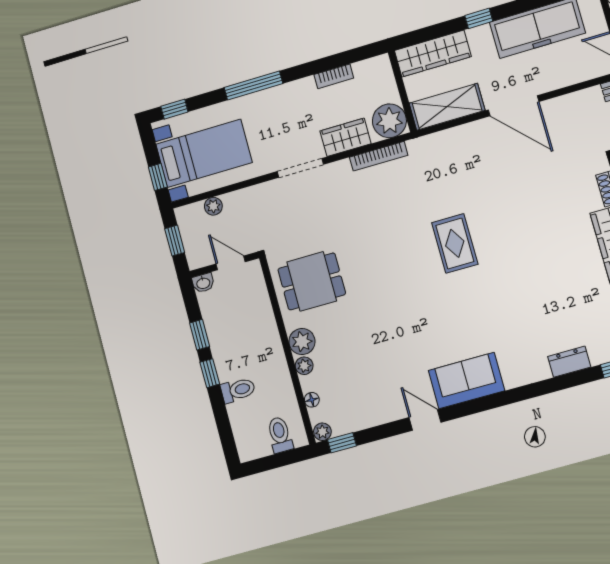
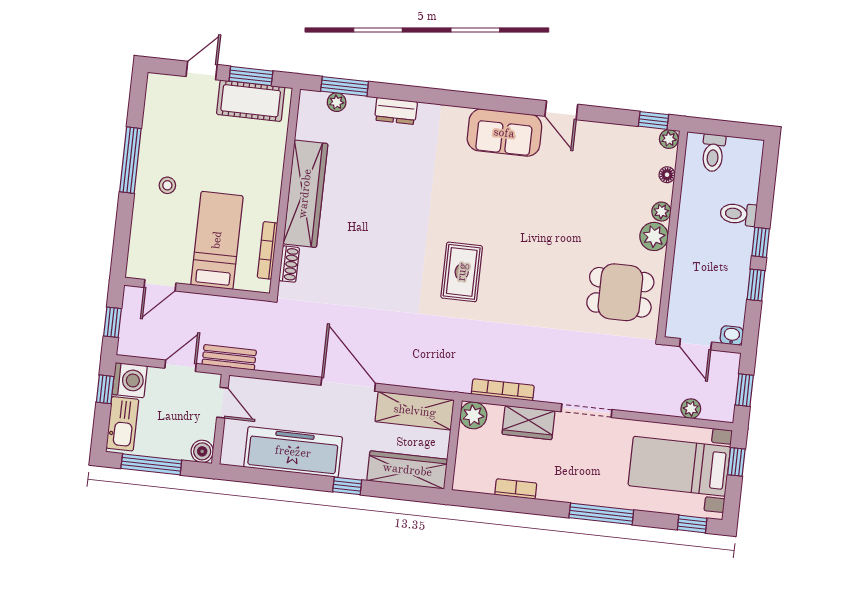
plant: (389, 121) -> (473, 415), width x0.73, depth x0.73

